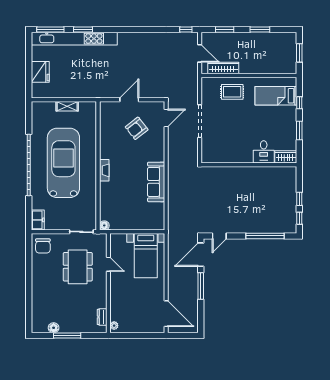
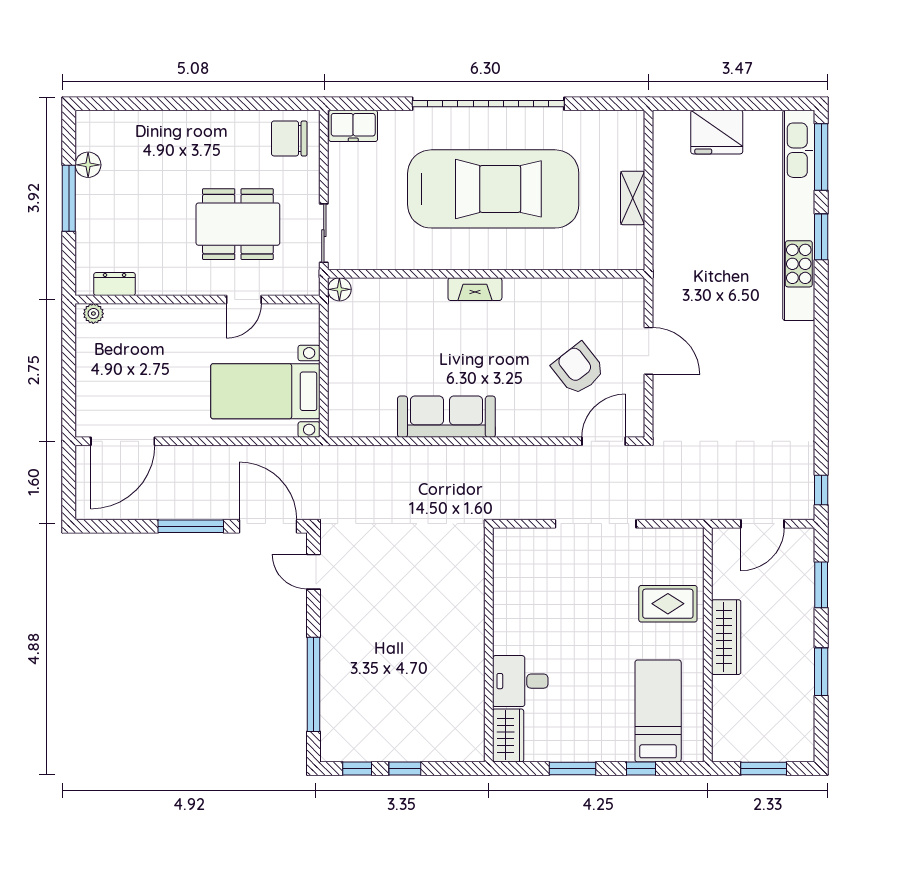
wardrobe: (223, 68) -> (726, 637), moved
rug: (232, 92) -> (668, 604), turned 90
door: (166, 118) -> (604, 441), swing flipped

